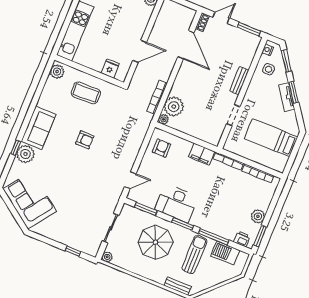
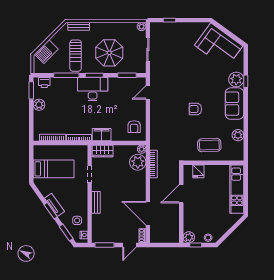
plant: (57, 72) -> (238, 135), moved
wardrobe: (208, 135) -> (103, 151), added
desk: (176, 203) -> (93, 89), moved
barbecue: (225, 253) -> (46, 52), moved, turned 135

